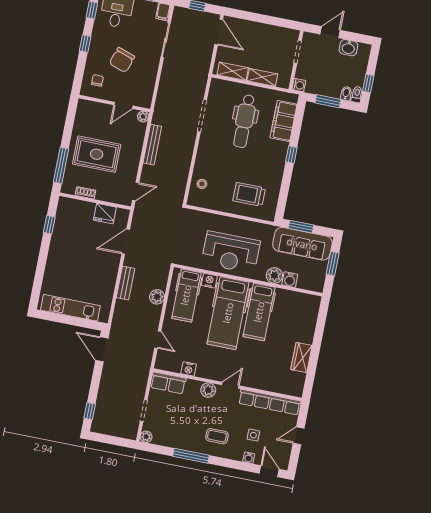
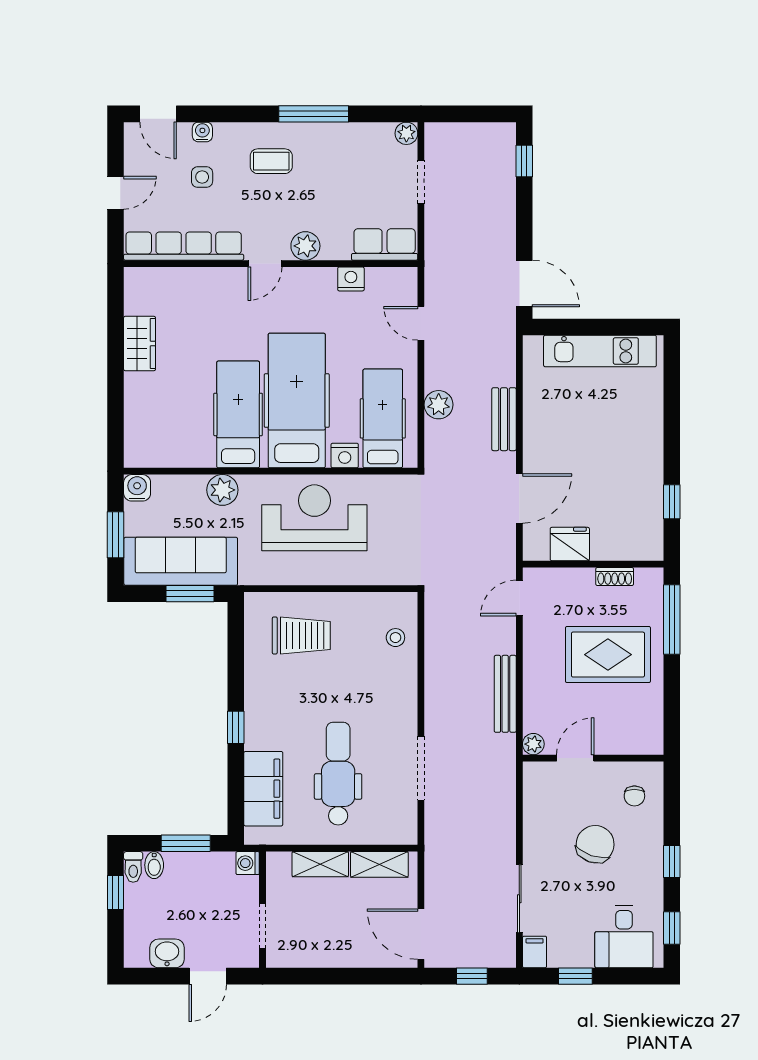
water cooler: (290, 280) -> (137, 488), moved

